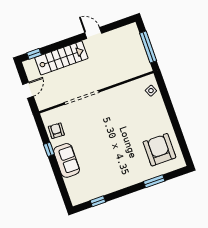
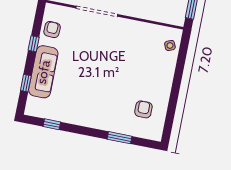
armchair: (159, 150) -> (143, 109), width x0.53, depth x0.53
sofa: (67, 160) -> (43, 72), width x1.36
window: (60, 182) -> (26, 83), added

